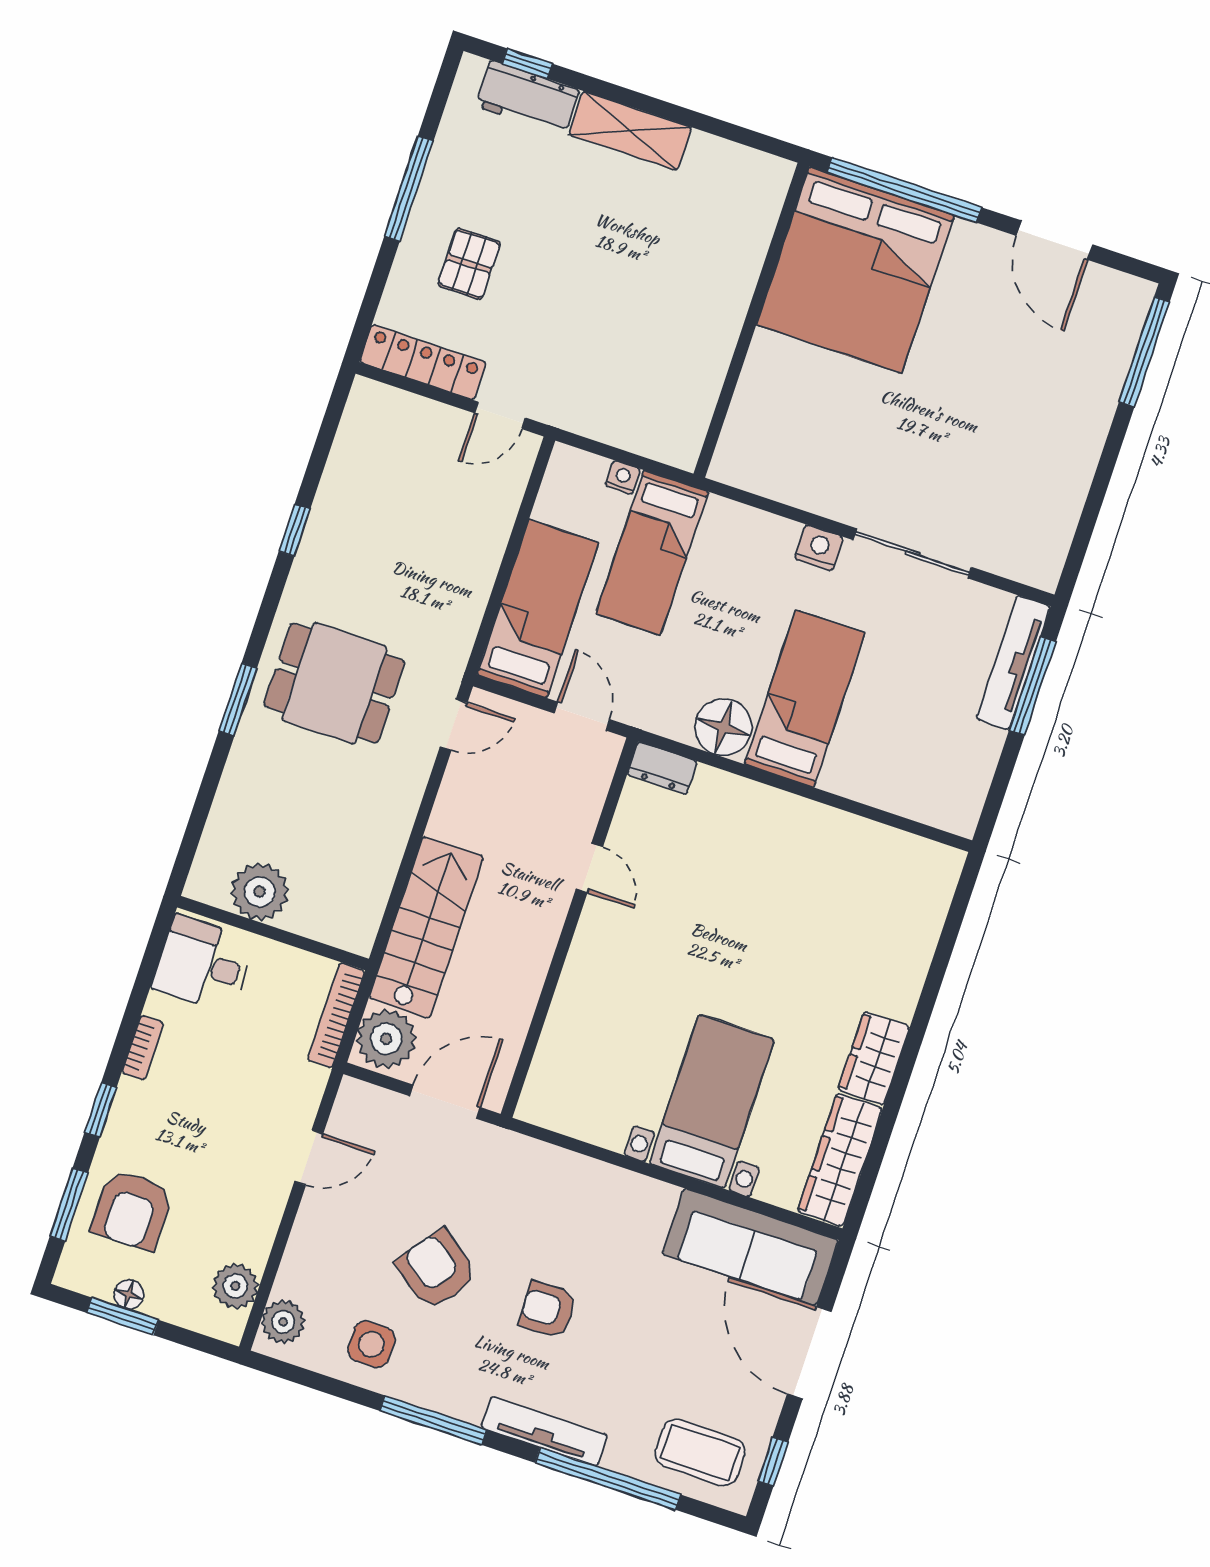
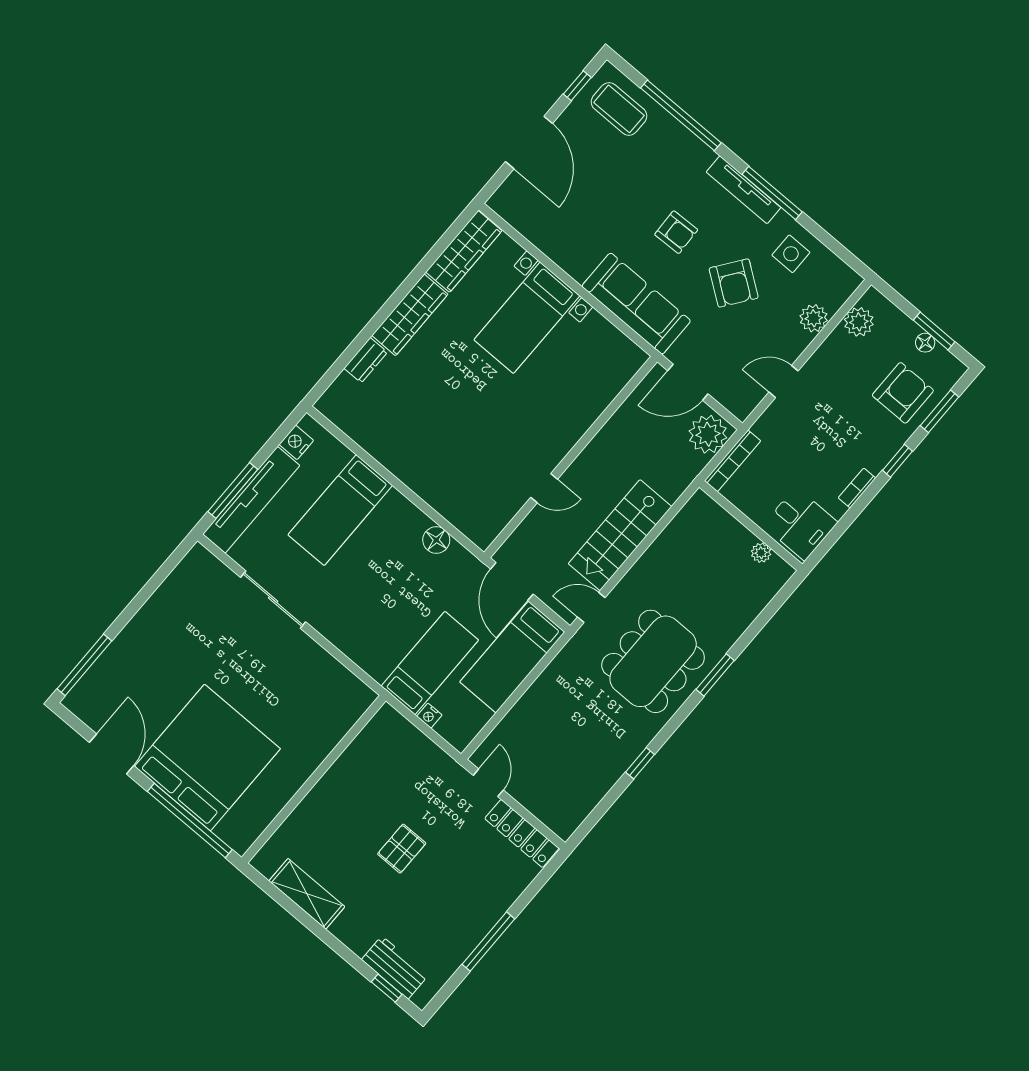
shelving: (630, 131) -> (307, 894), moved
pallet: (469, 264) -> (402, 849), moved
bed: (855, 270) -> (207, 758), moved
door: (500, 415) -> (488, 783), hinge flipped
nightstand: (819, 548) -> (296, 442), moved, turned 90
tv unit: (1013, 663) -> (251, 500), width x1.36, depth x1.29
dining table: (334, 683) -> (653, 661), width x1.38
bed: (805, 699) -> (340, 510), moved
door: (582, 716) -> (512, 581), width x1.38
floor lamp: (723, 727) -> (436, 540), width x0.73, depth x0.73
dresser: (662, 768) -> (366, 360), moved, turned 90
door: (589, 868) -> (544, 488), swing flipped
plant: (260, 892) -> (761, 553), width x0.53, depth x0.53
stairs: (426, 927) -> (620, 535), moved
wardrobe: (874, 1058) -> (410, 315), width x1.50
sofa: (750, 1247) -> (636, 304), moved
plant: (283, 1322) -> (814, 318), moved
tv unit: (544, 1431) -> (743, 190), moved

